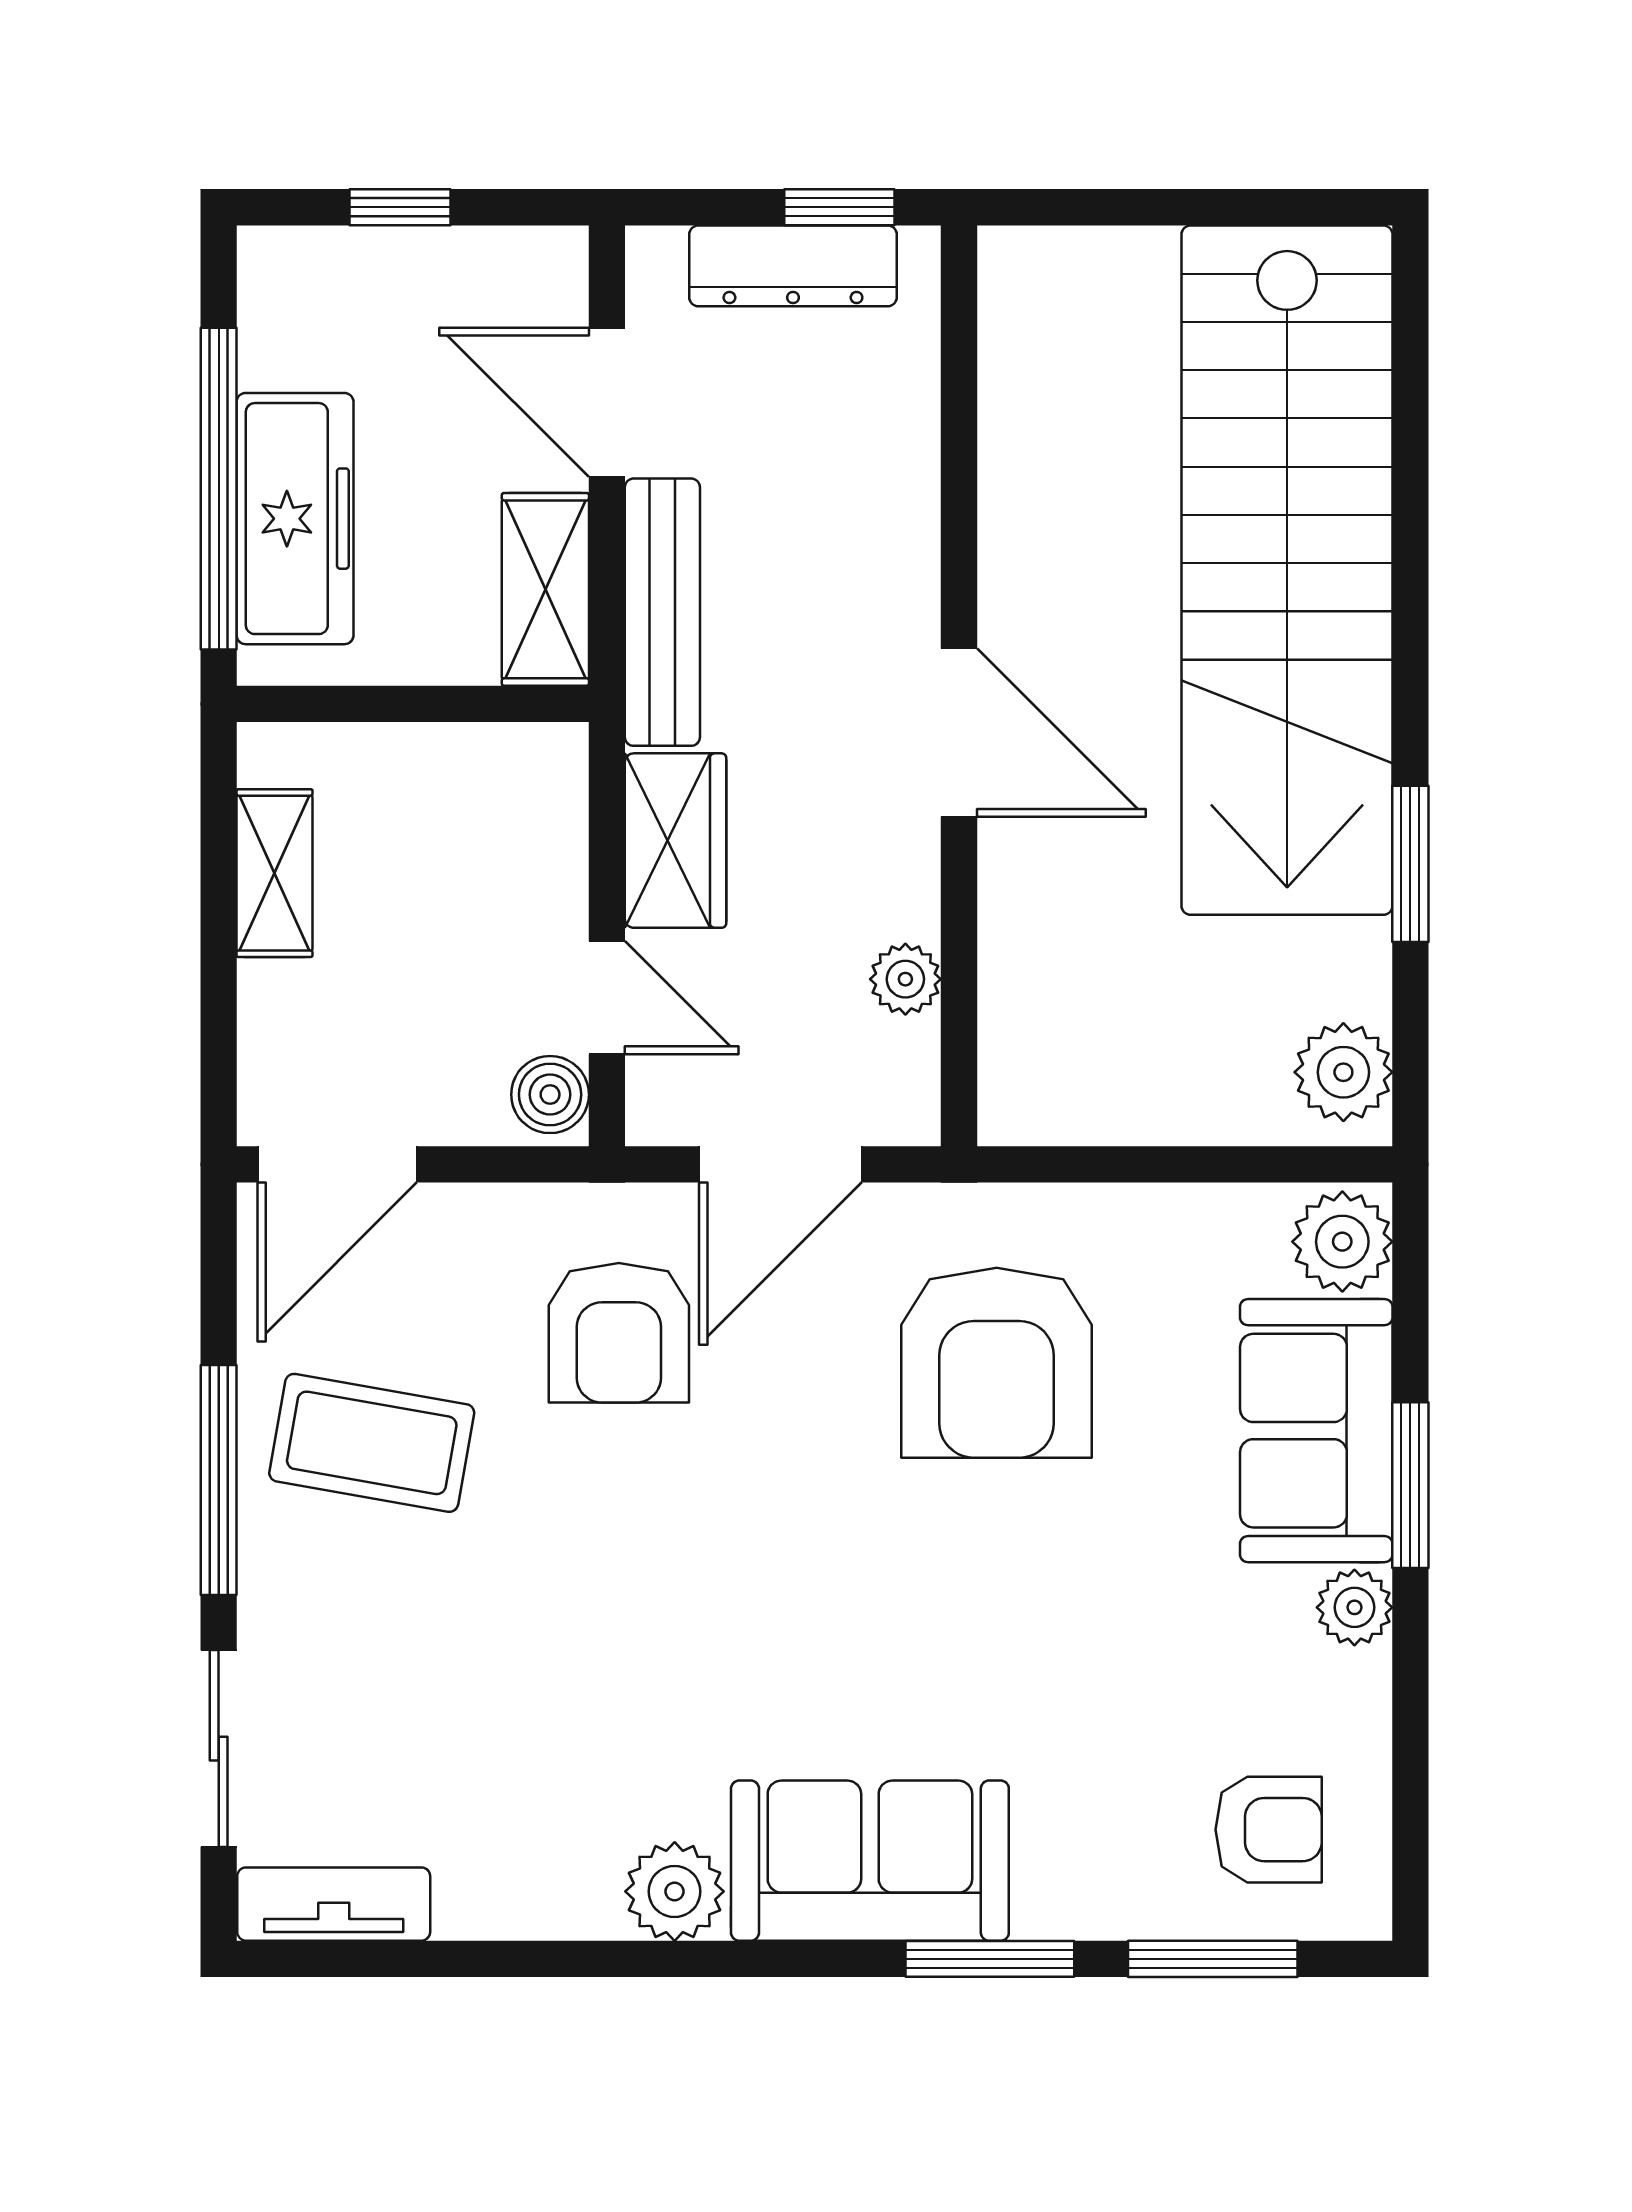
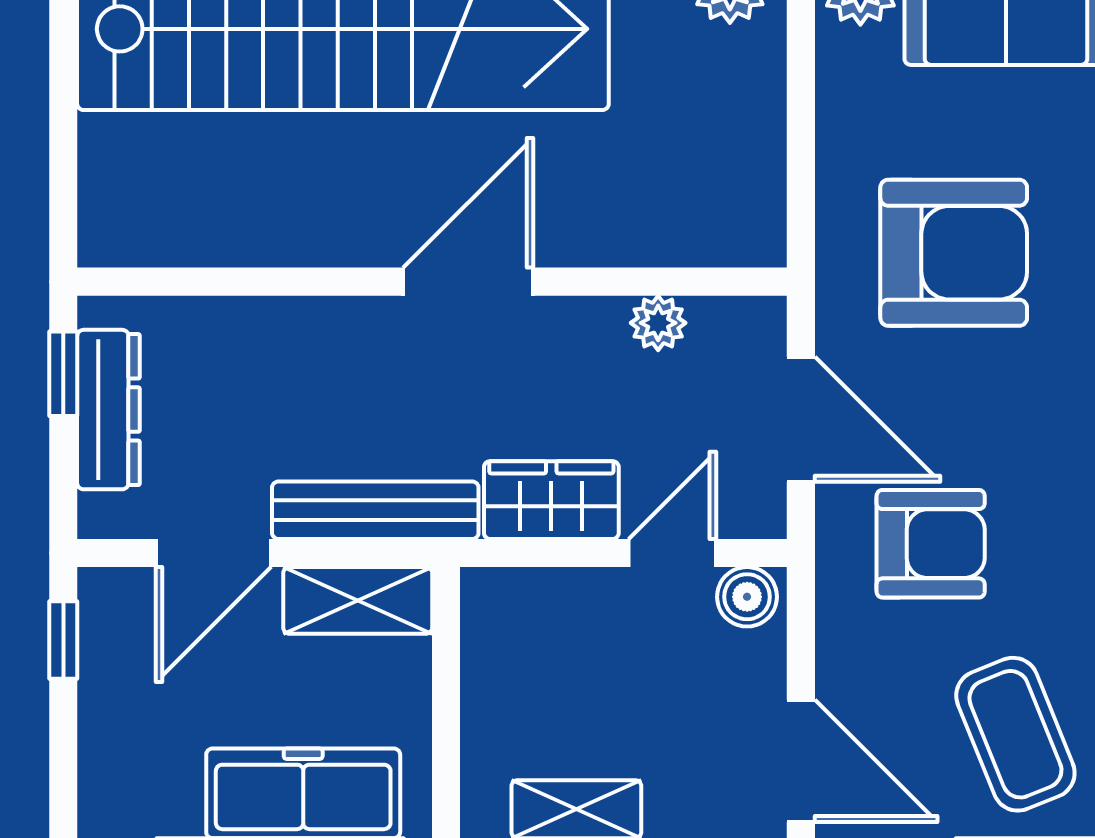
window: (400, 207) -> (63, 640), moved
coffee table: (372, 1443) -> (1015, 734), turned -32

